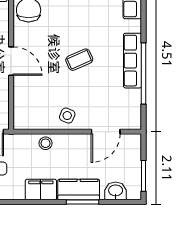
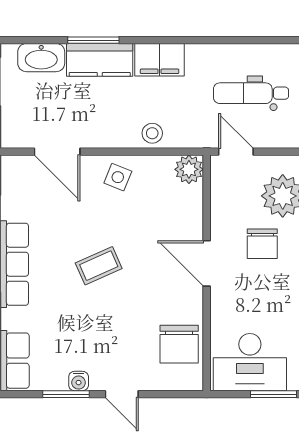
plant: (22, 120) -> (189, 169), added
door: (106, 132) -> (57, 152), swing flipped
washbasin: (116, 191) -> (41, 58), width x1.38

